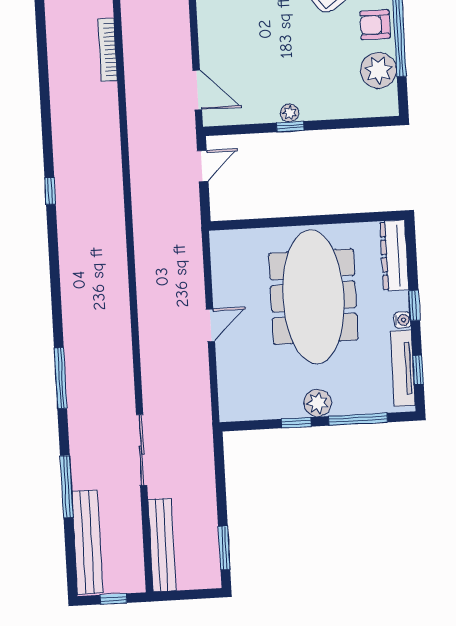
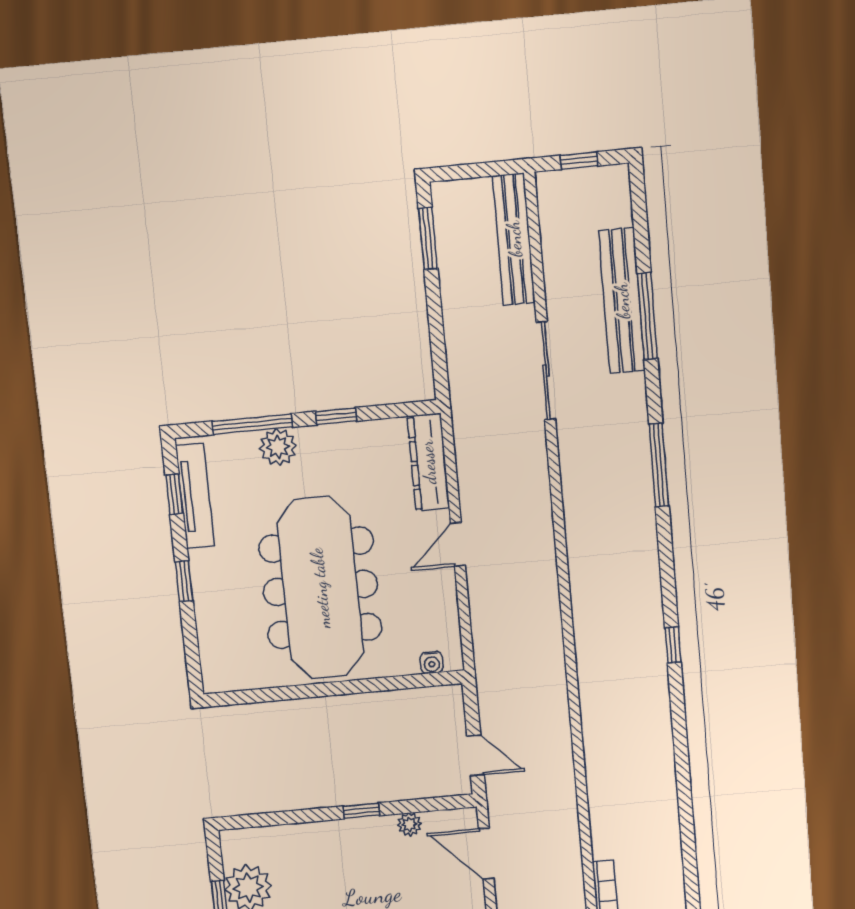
plant: (290, 113) -> (409, 824), moved
door: (203, 166) -> (476, 755), swing flipped
window: (50, 191) -> (673, 645), moved
dresser: (394, 256) -> (428, 462), moved, turned 180
water cooler: (402, 320) -> (432, 663), moved, turned -90
plant: (318, 403) -> (278, 447), moved
bench: (87, 542) -> (622, 301), moved

